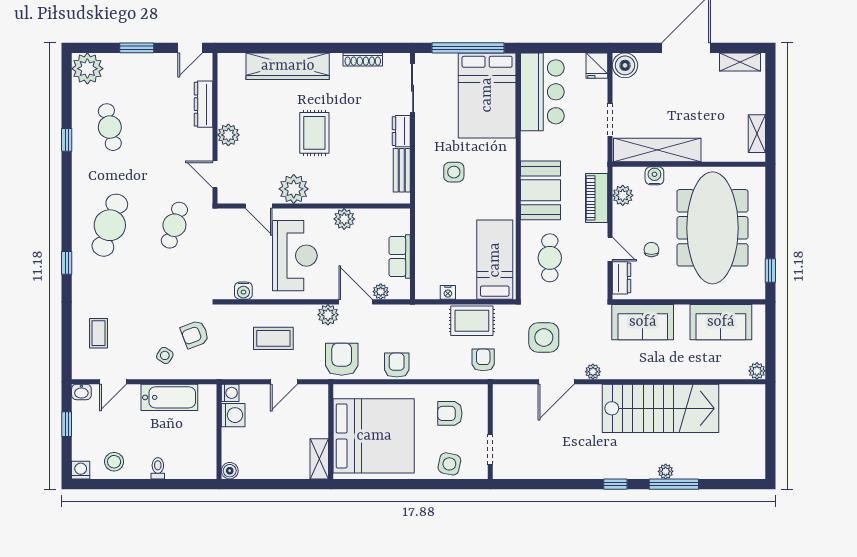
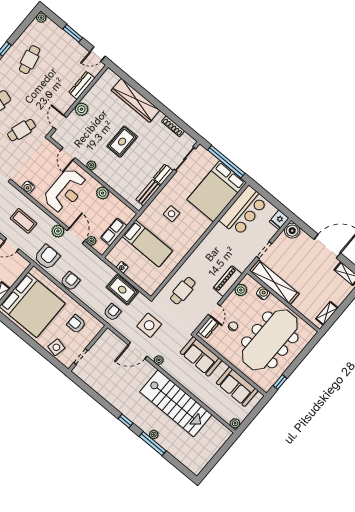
plant: (87, 69) -> (41, 18), width x0.53, depth x0.53
plant: (294, 189) -> (91, 165), width x0.53, depth x0.53
booth: (540, 190) -> (205, 256), removed
bed: (495, 260) -> (147, 244), moved, turned 90

